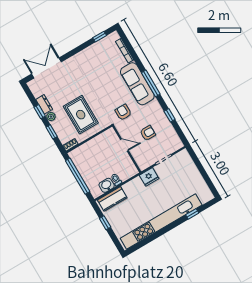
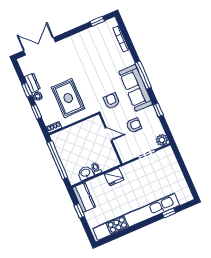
sofa: (137, 84) -> (136, 88), moved
plant: (177, 144) -> (162, 140), added
fridge: (149, 177) -> (114, 177), moved
kitchen counter: (112, 199) -> (84, 197), moved, turned -90

